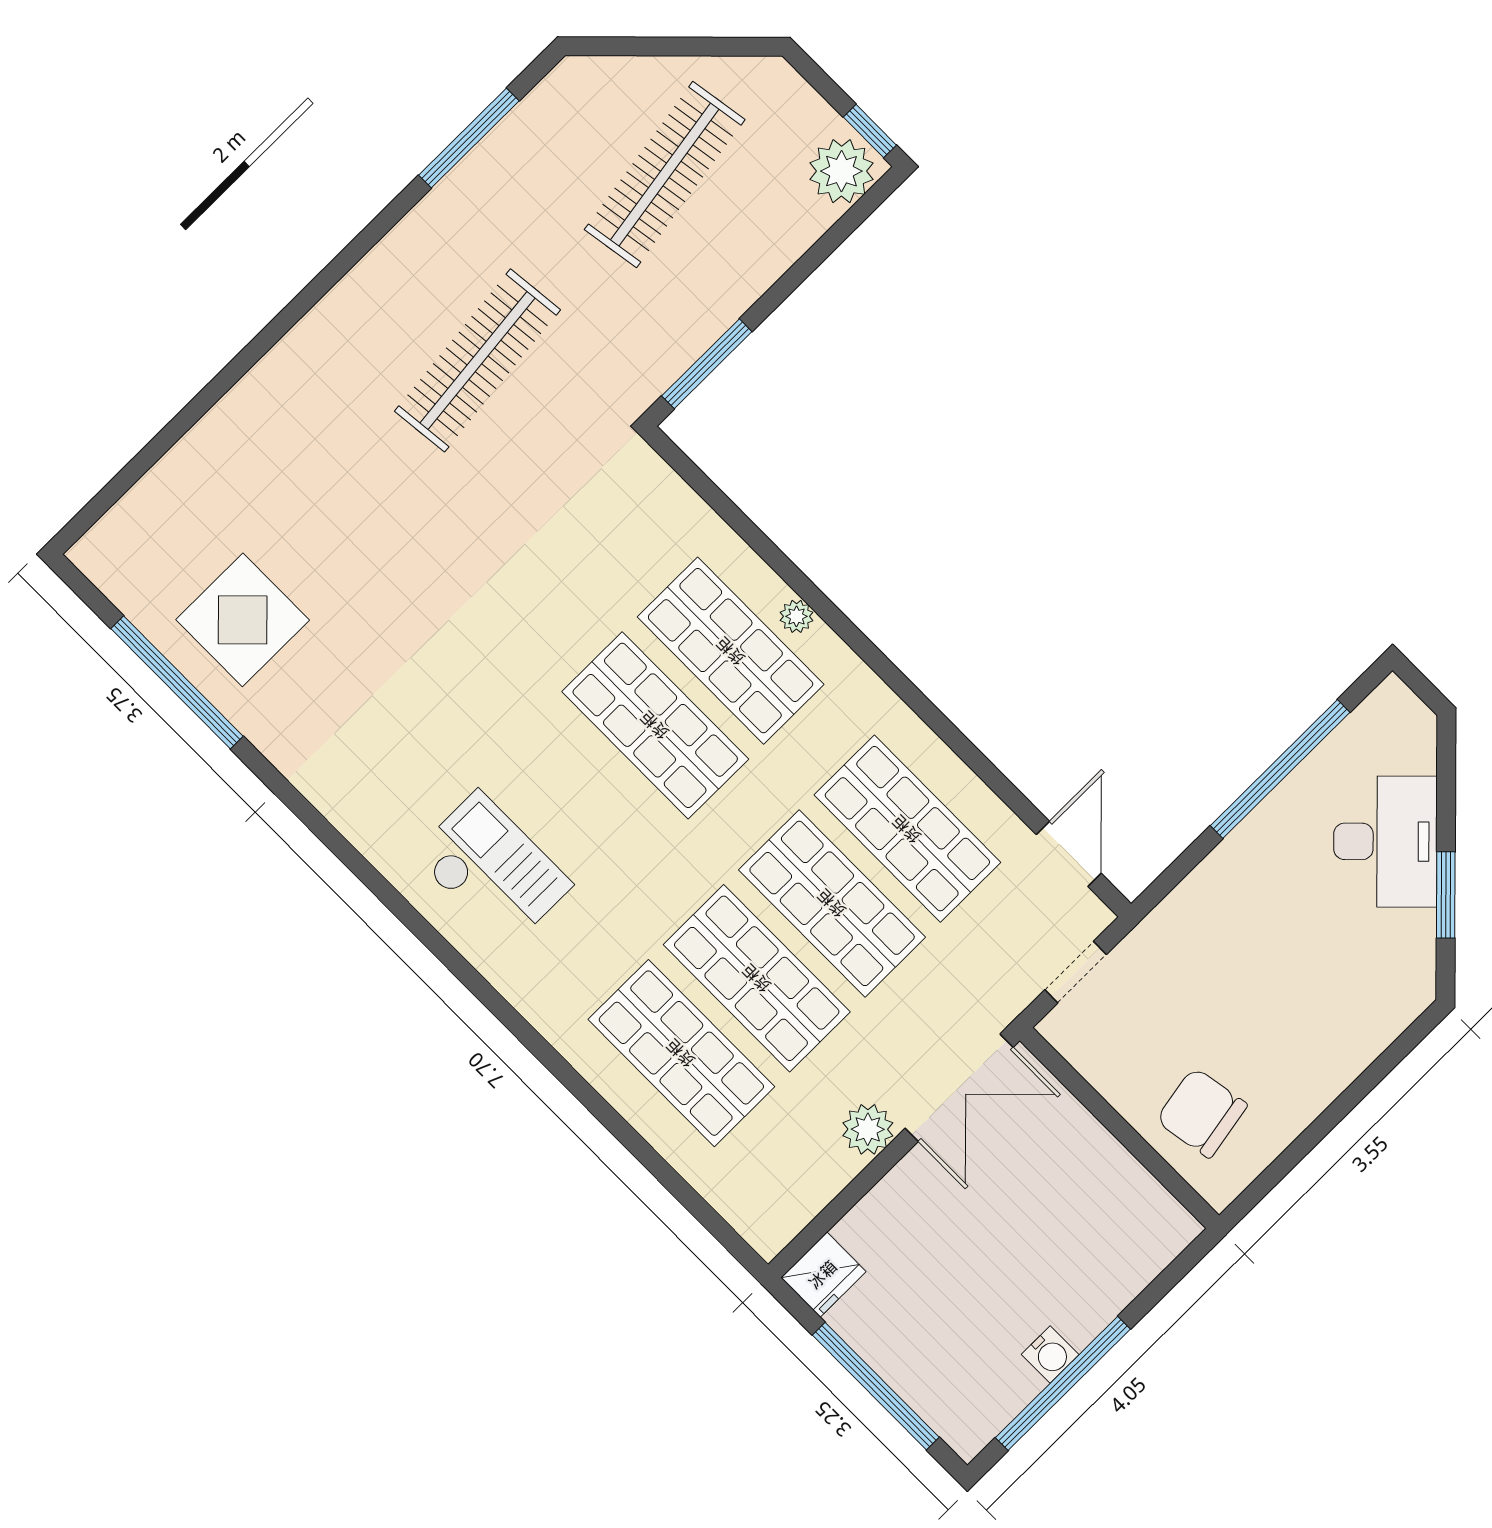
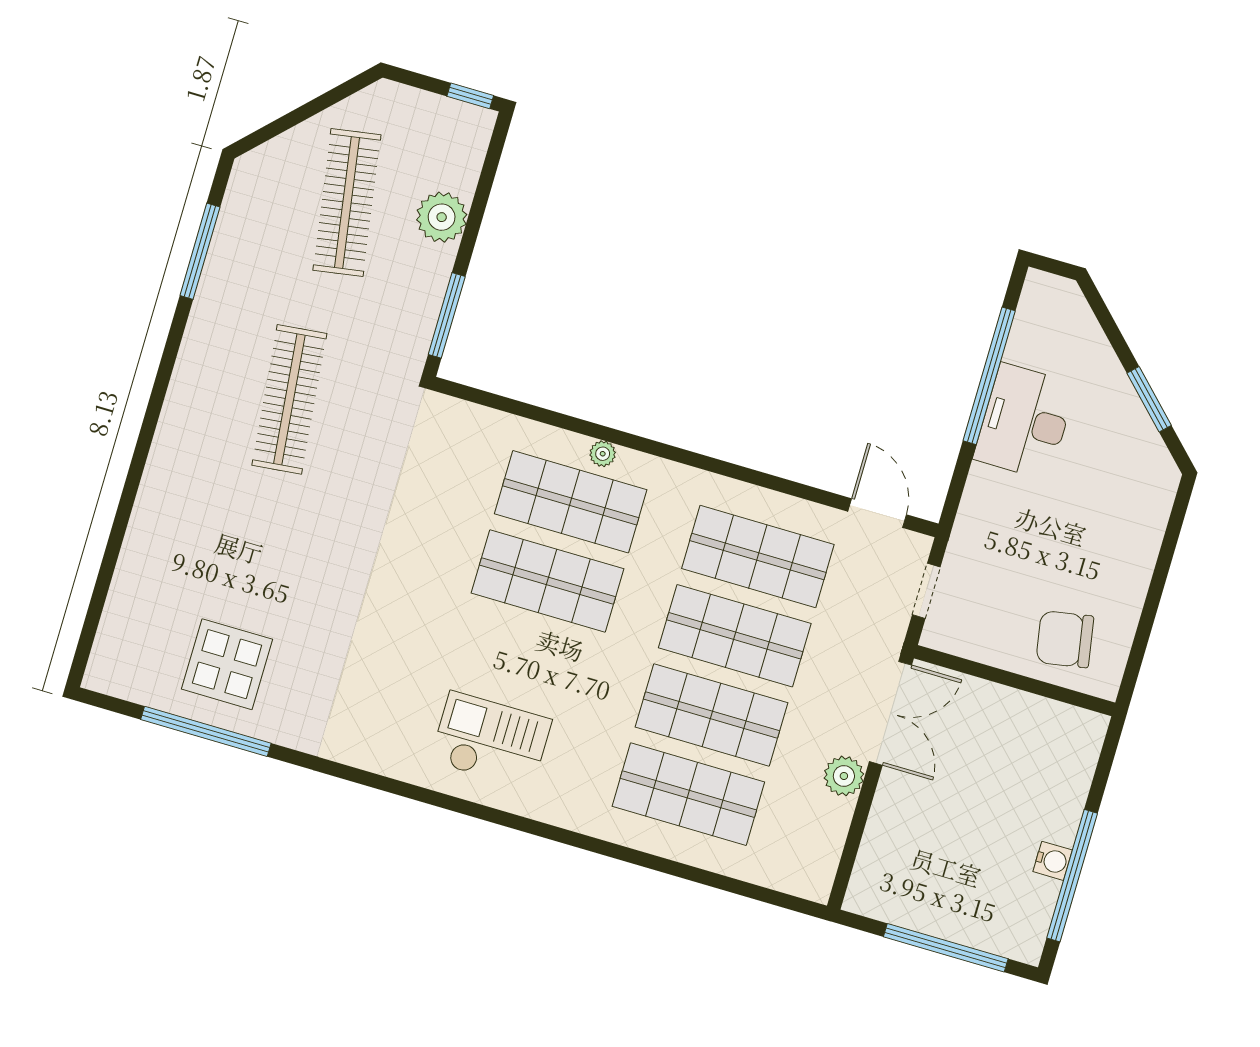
plant: (841, 171) -> (442, 217), moved
desk: (1385, 841) -> (1025, 422), moved, turned -135
fridge: (823, 1275) -> (868, 892), removed

